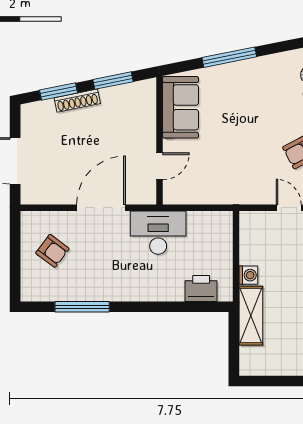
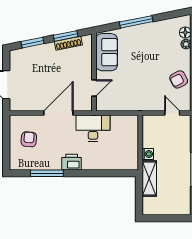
shoe rack: (77, 101) -> (68, 43), moved
armchair: (52, 251) -> (29, 139), turned -122
printer: (201, 289) -> (72, 162), moved

